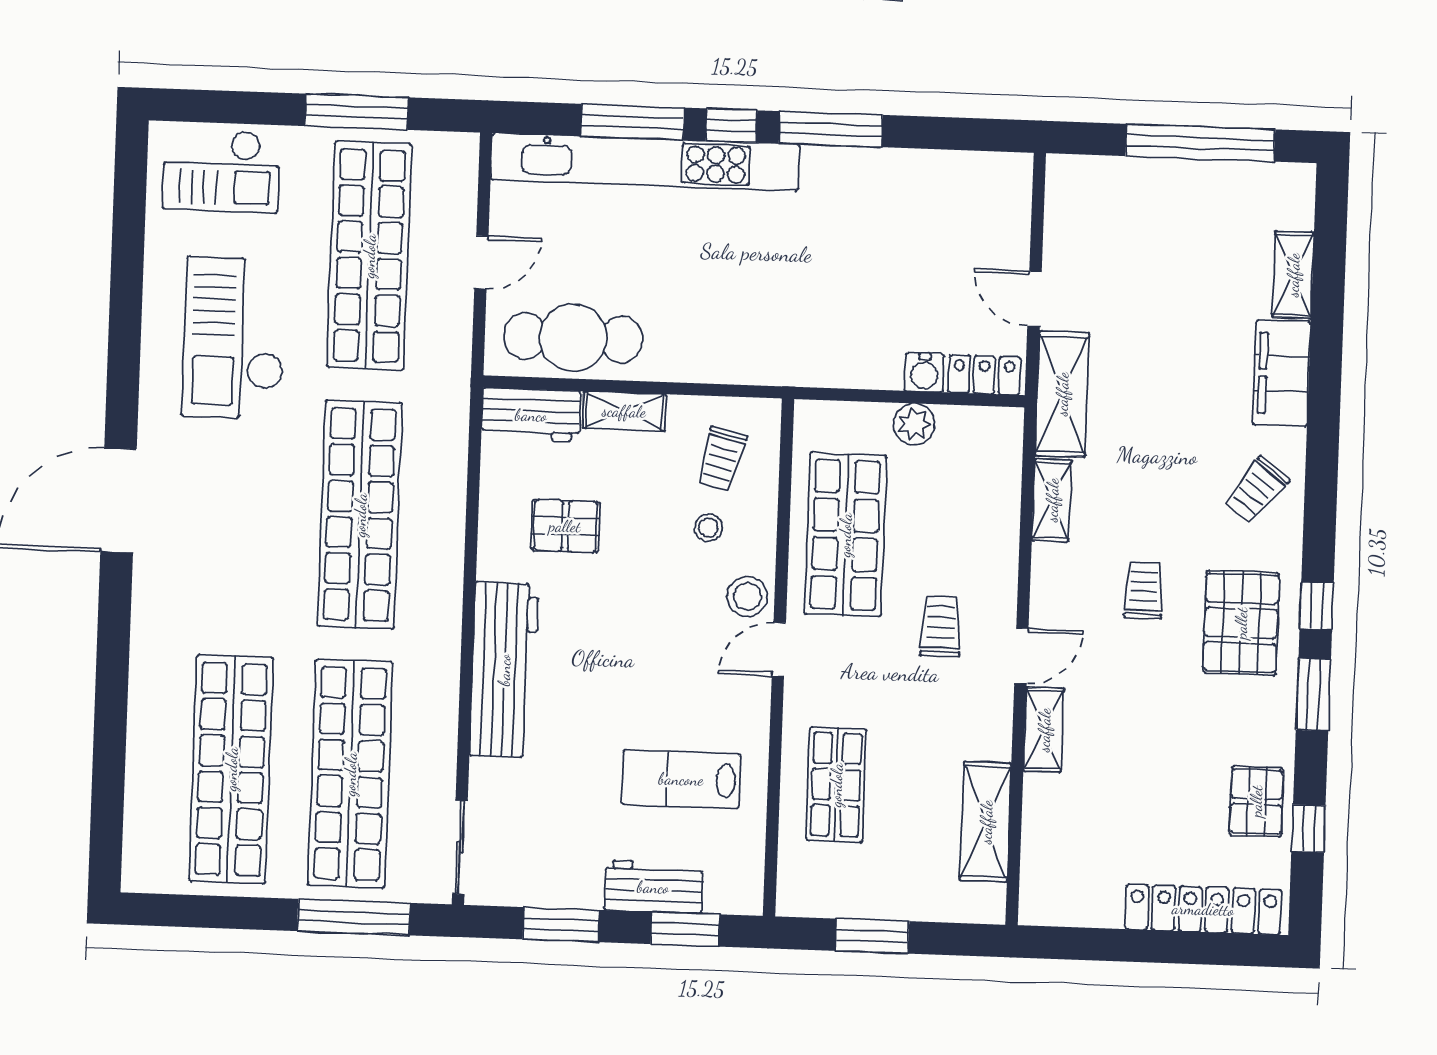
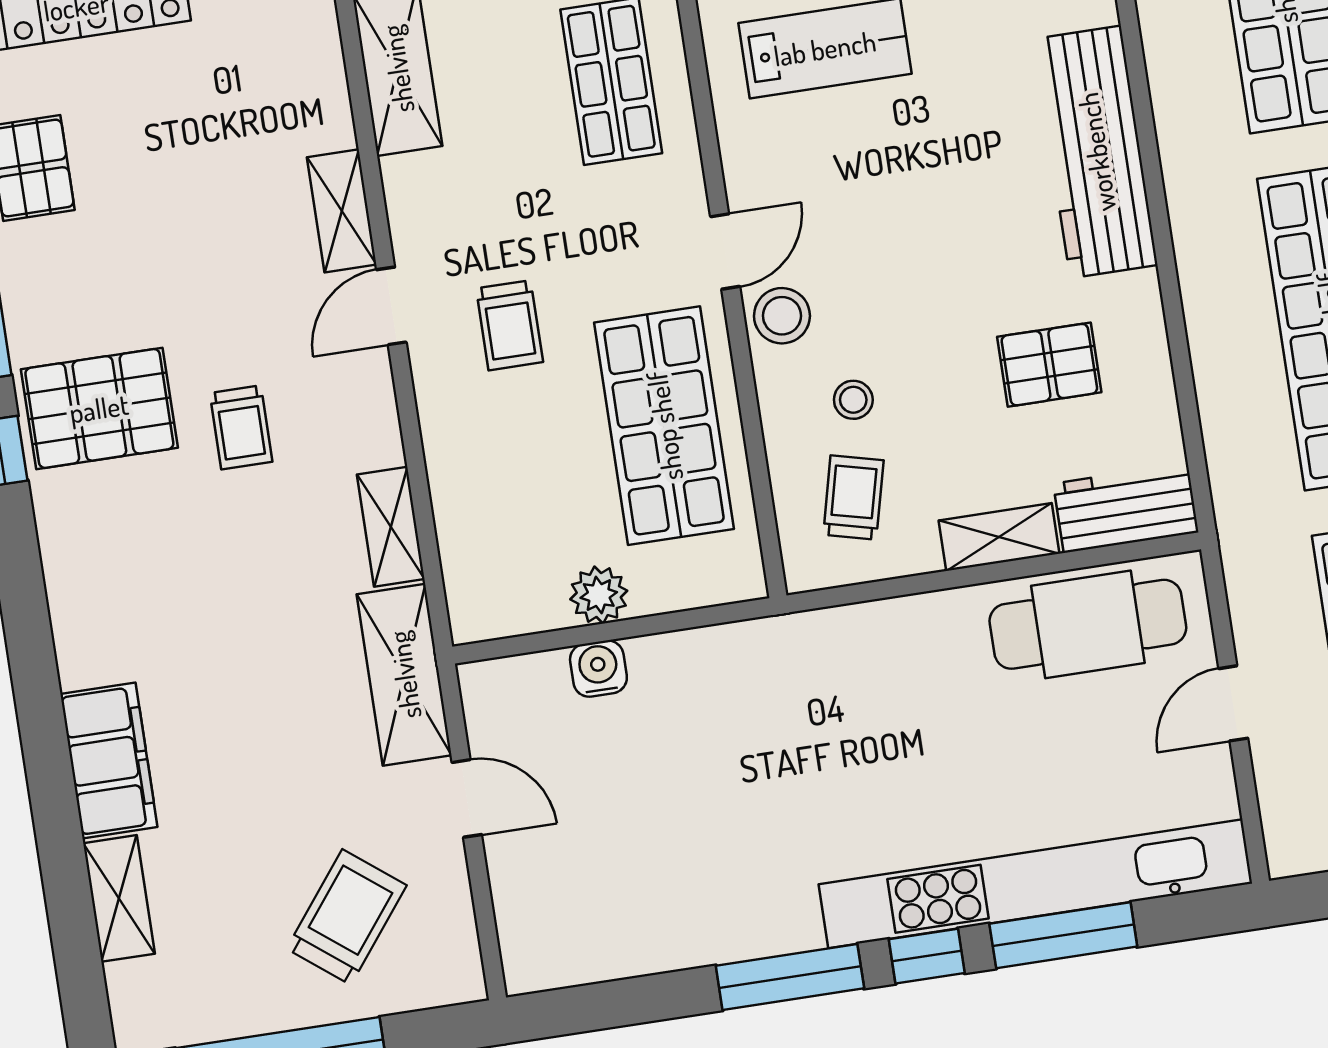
locker: (984, 375) -> (516, 681), removed
trolley: (1257, 490) -> (347, 917), moved, width x1.36, depth x1.39
pallet: (1241, 623) -> (99, 408), turned 90

